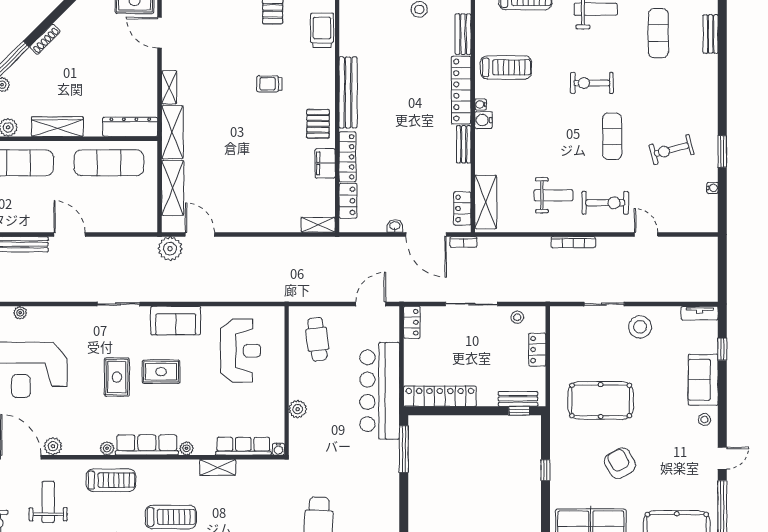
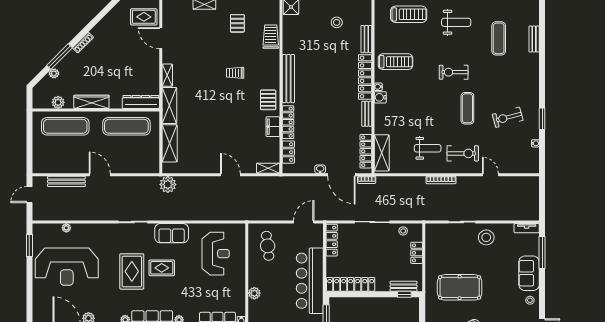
locker: (462, 208) -> (366, 151), width x1.53
door: (200, 234) -> (230, 175), moved
locker: (412, 322) -> (332, 240), width x1.53
window: (722, 349) -> (542, 252), width x2.17
rug: (117, 377) -> (132, 271), width x1.36, depth x1.43

